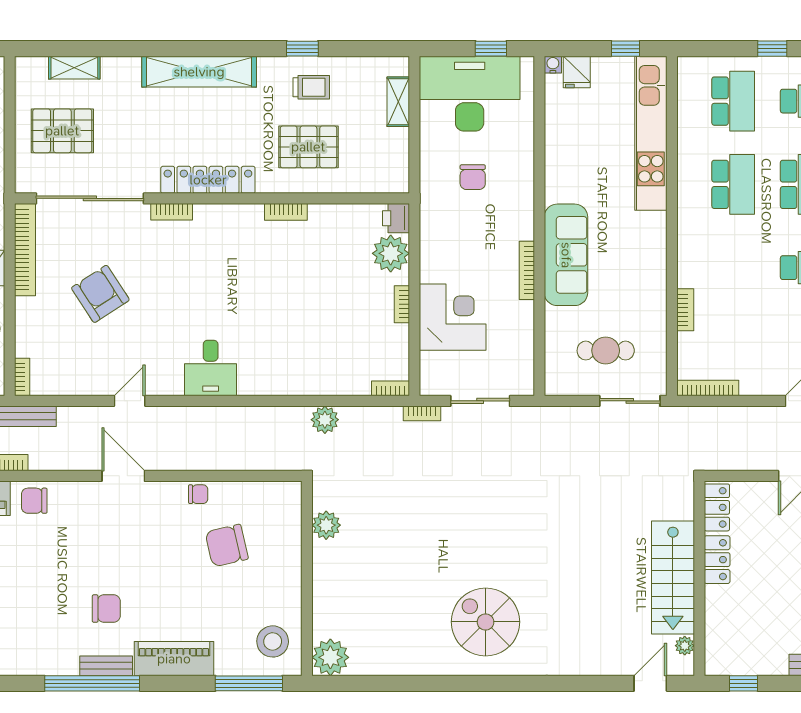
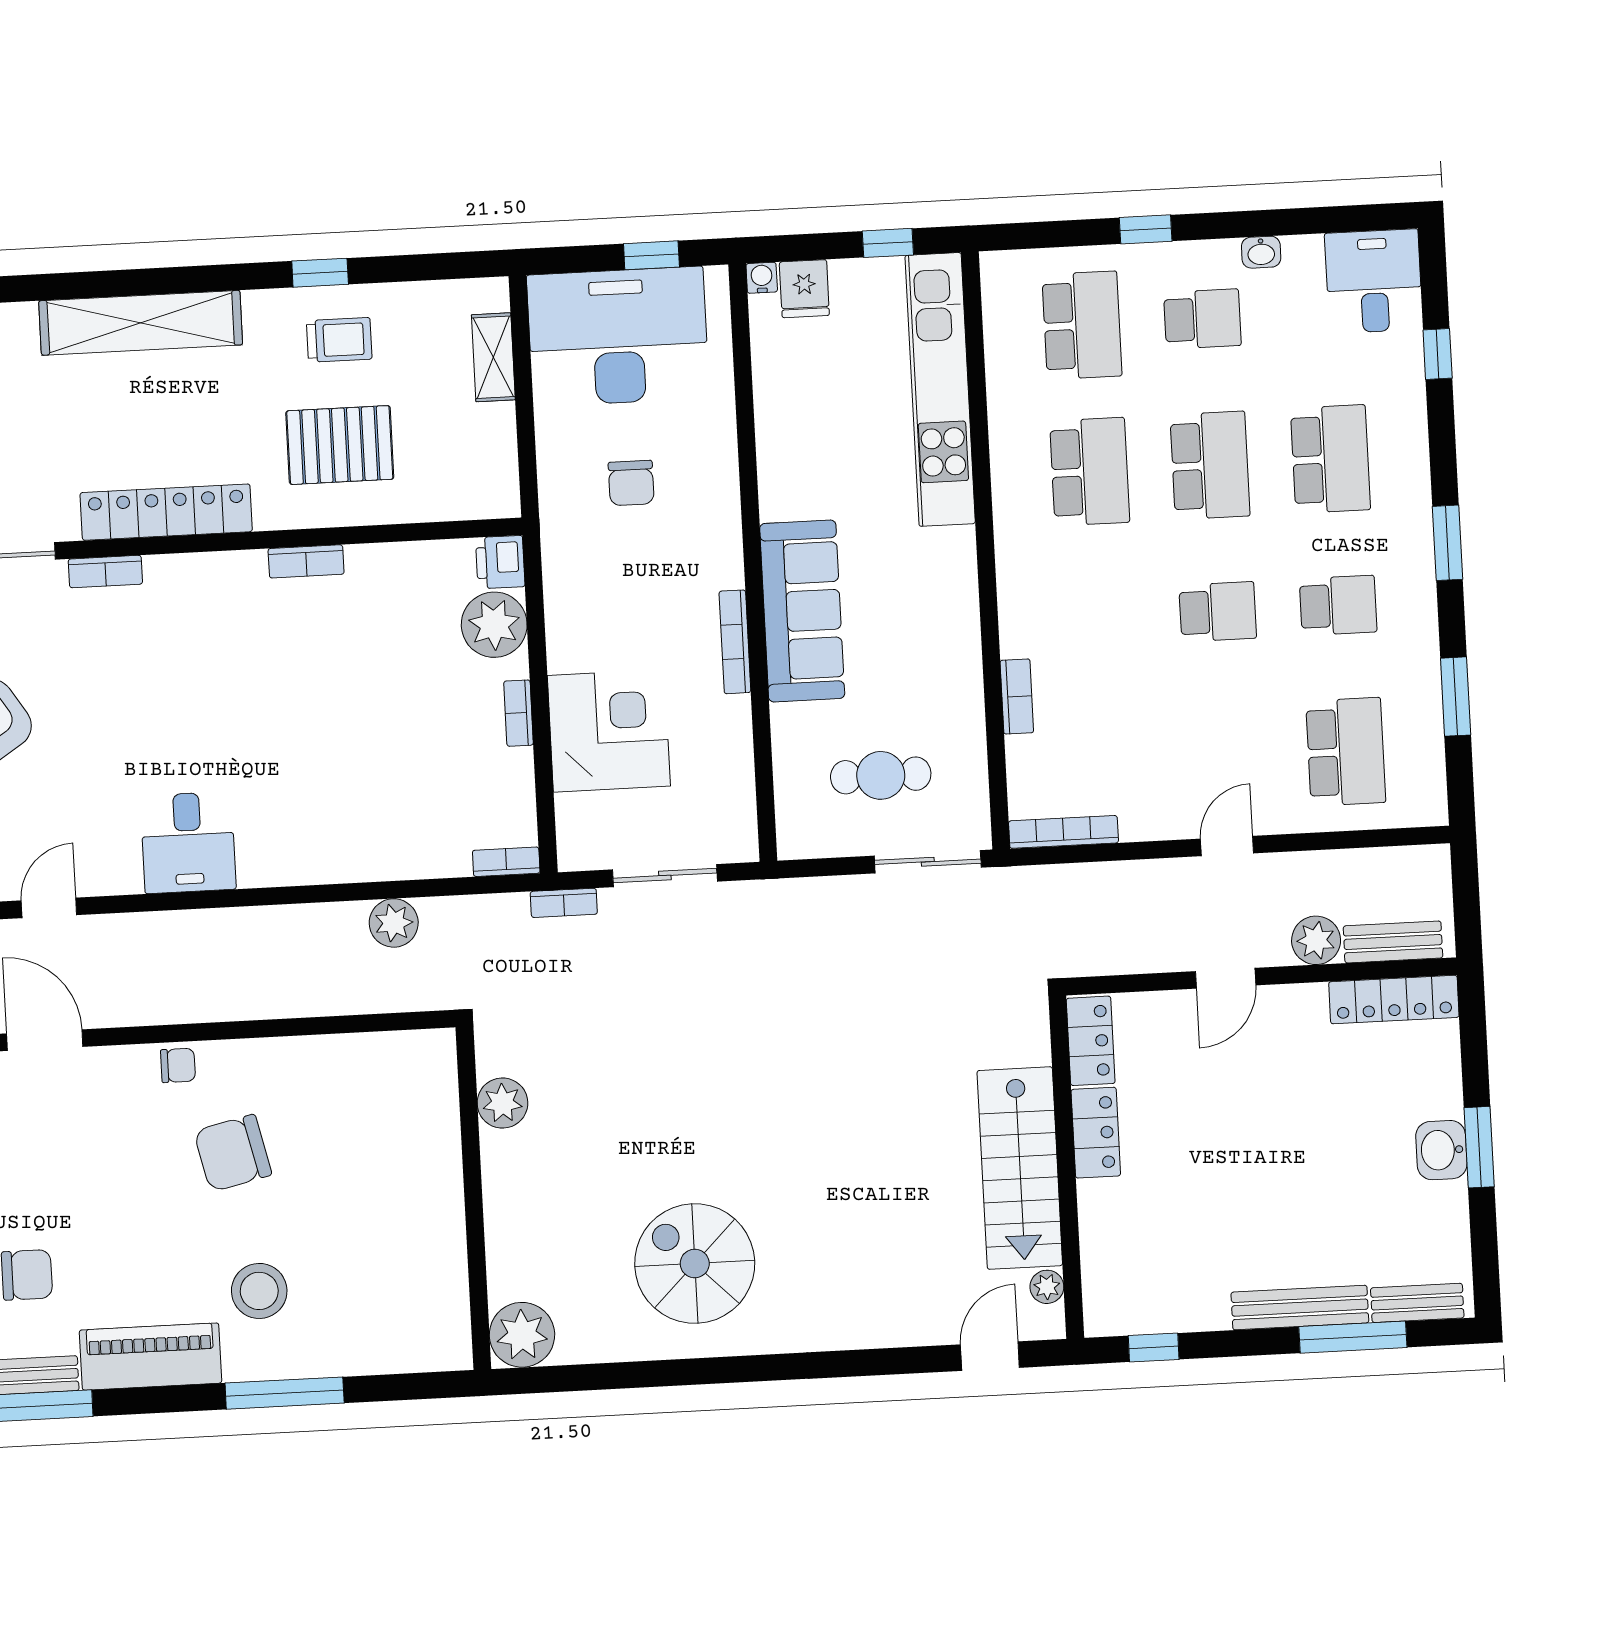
plant: (326, 525) -> (502, 1103), moved
wall: (307, 578) -> (473, 1198), moved
stool: (273, 641) -> (259, 1291), moved
plant: (330, 657) -> (522, 1335), moved

